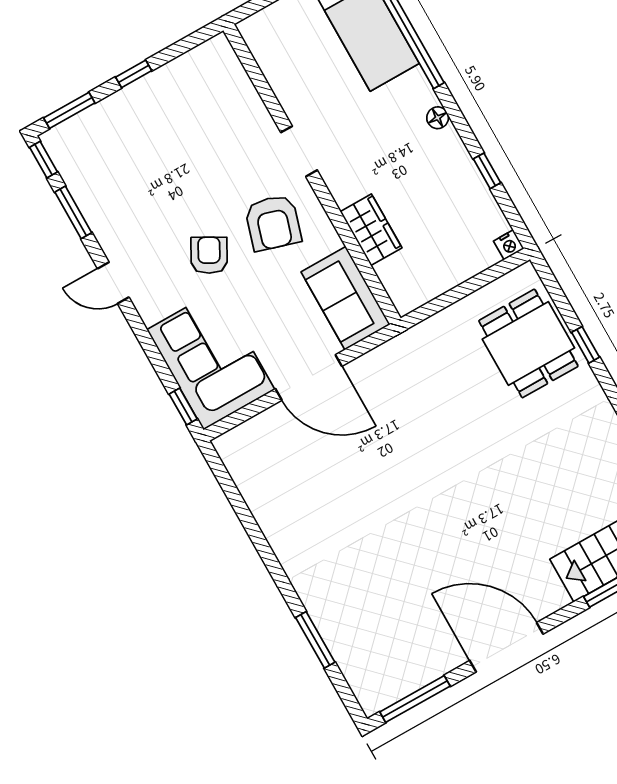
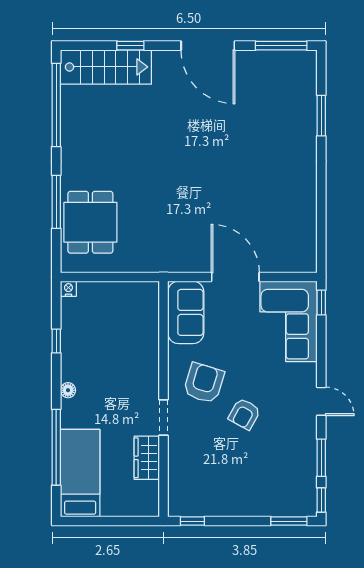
window: (134, 74) -> (192, 521), moved
wardrobe: (371, 230) -> (147, 458), moved
armchair: (209, 255) -> (244, 414), moved
window: (585, 345) -> (56, 202), width x2.17

